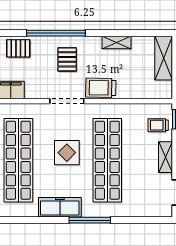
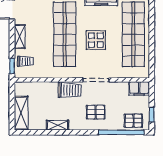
window: (56, 33) -> (121, 132), moved
pallet: (67, 59) -> (96, 112), turned 90

